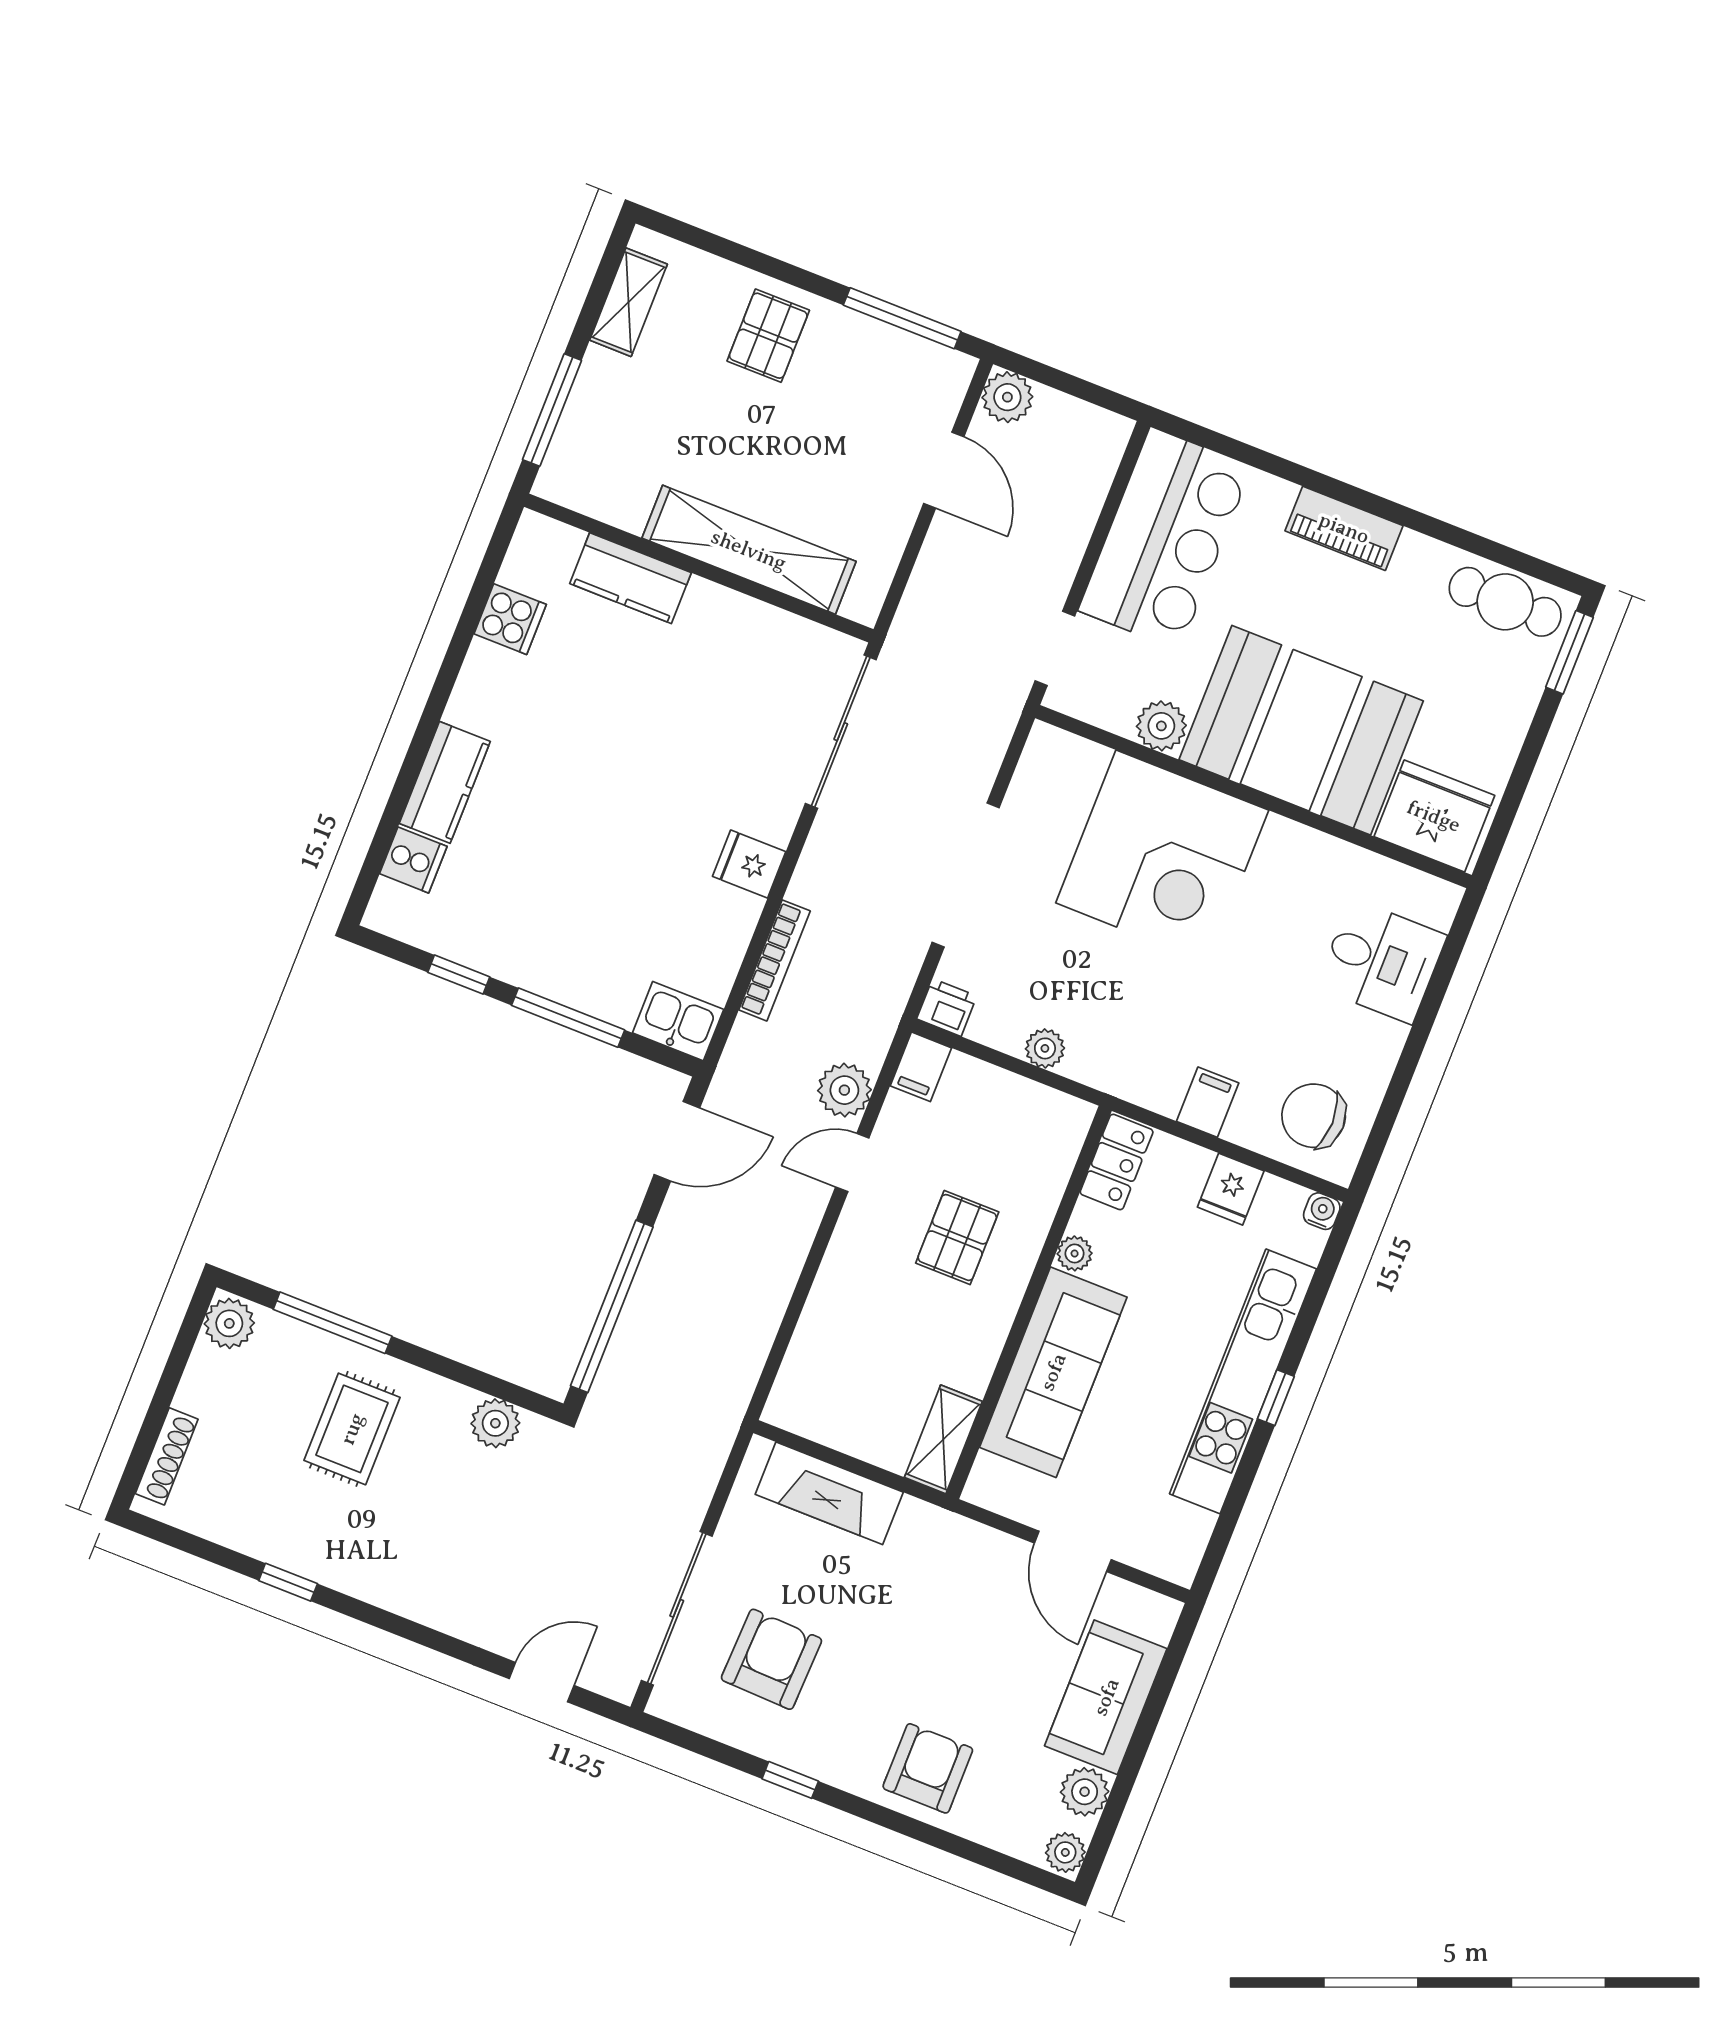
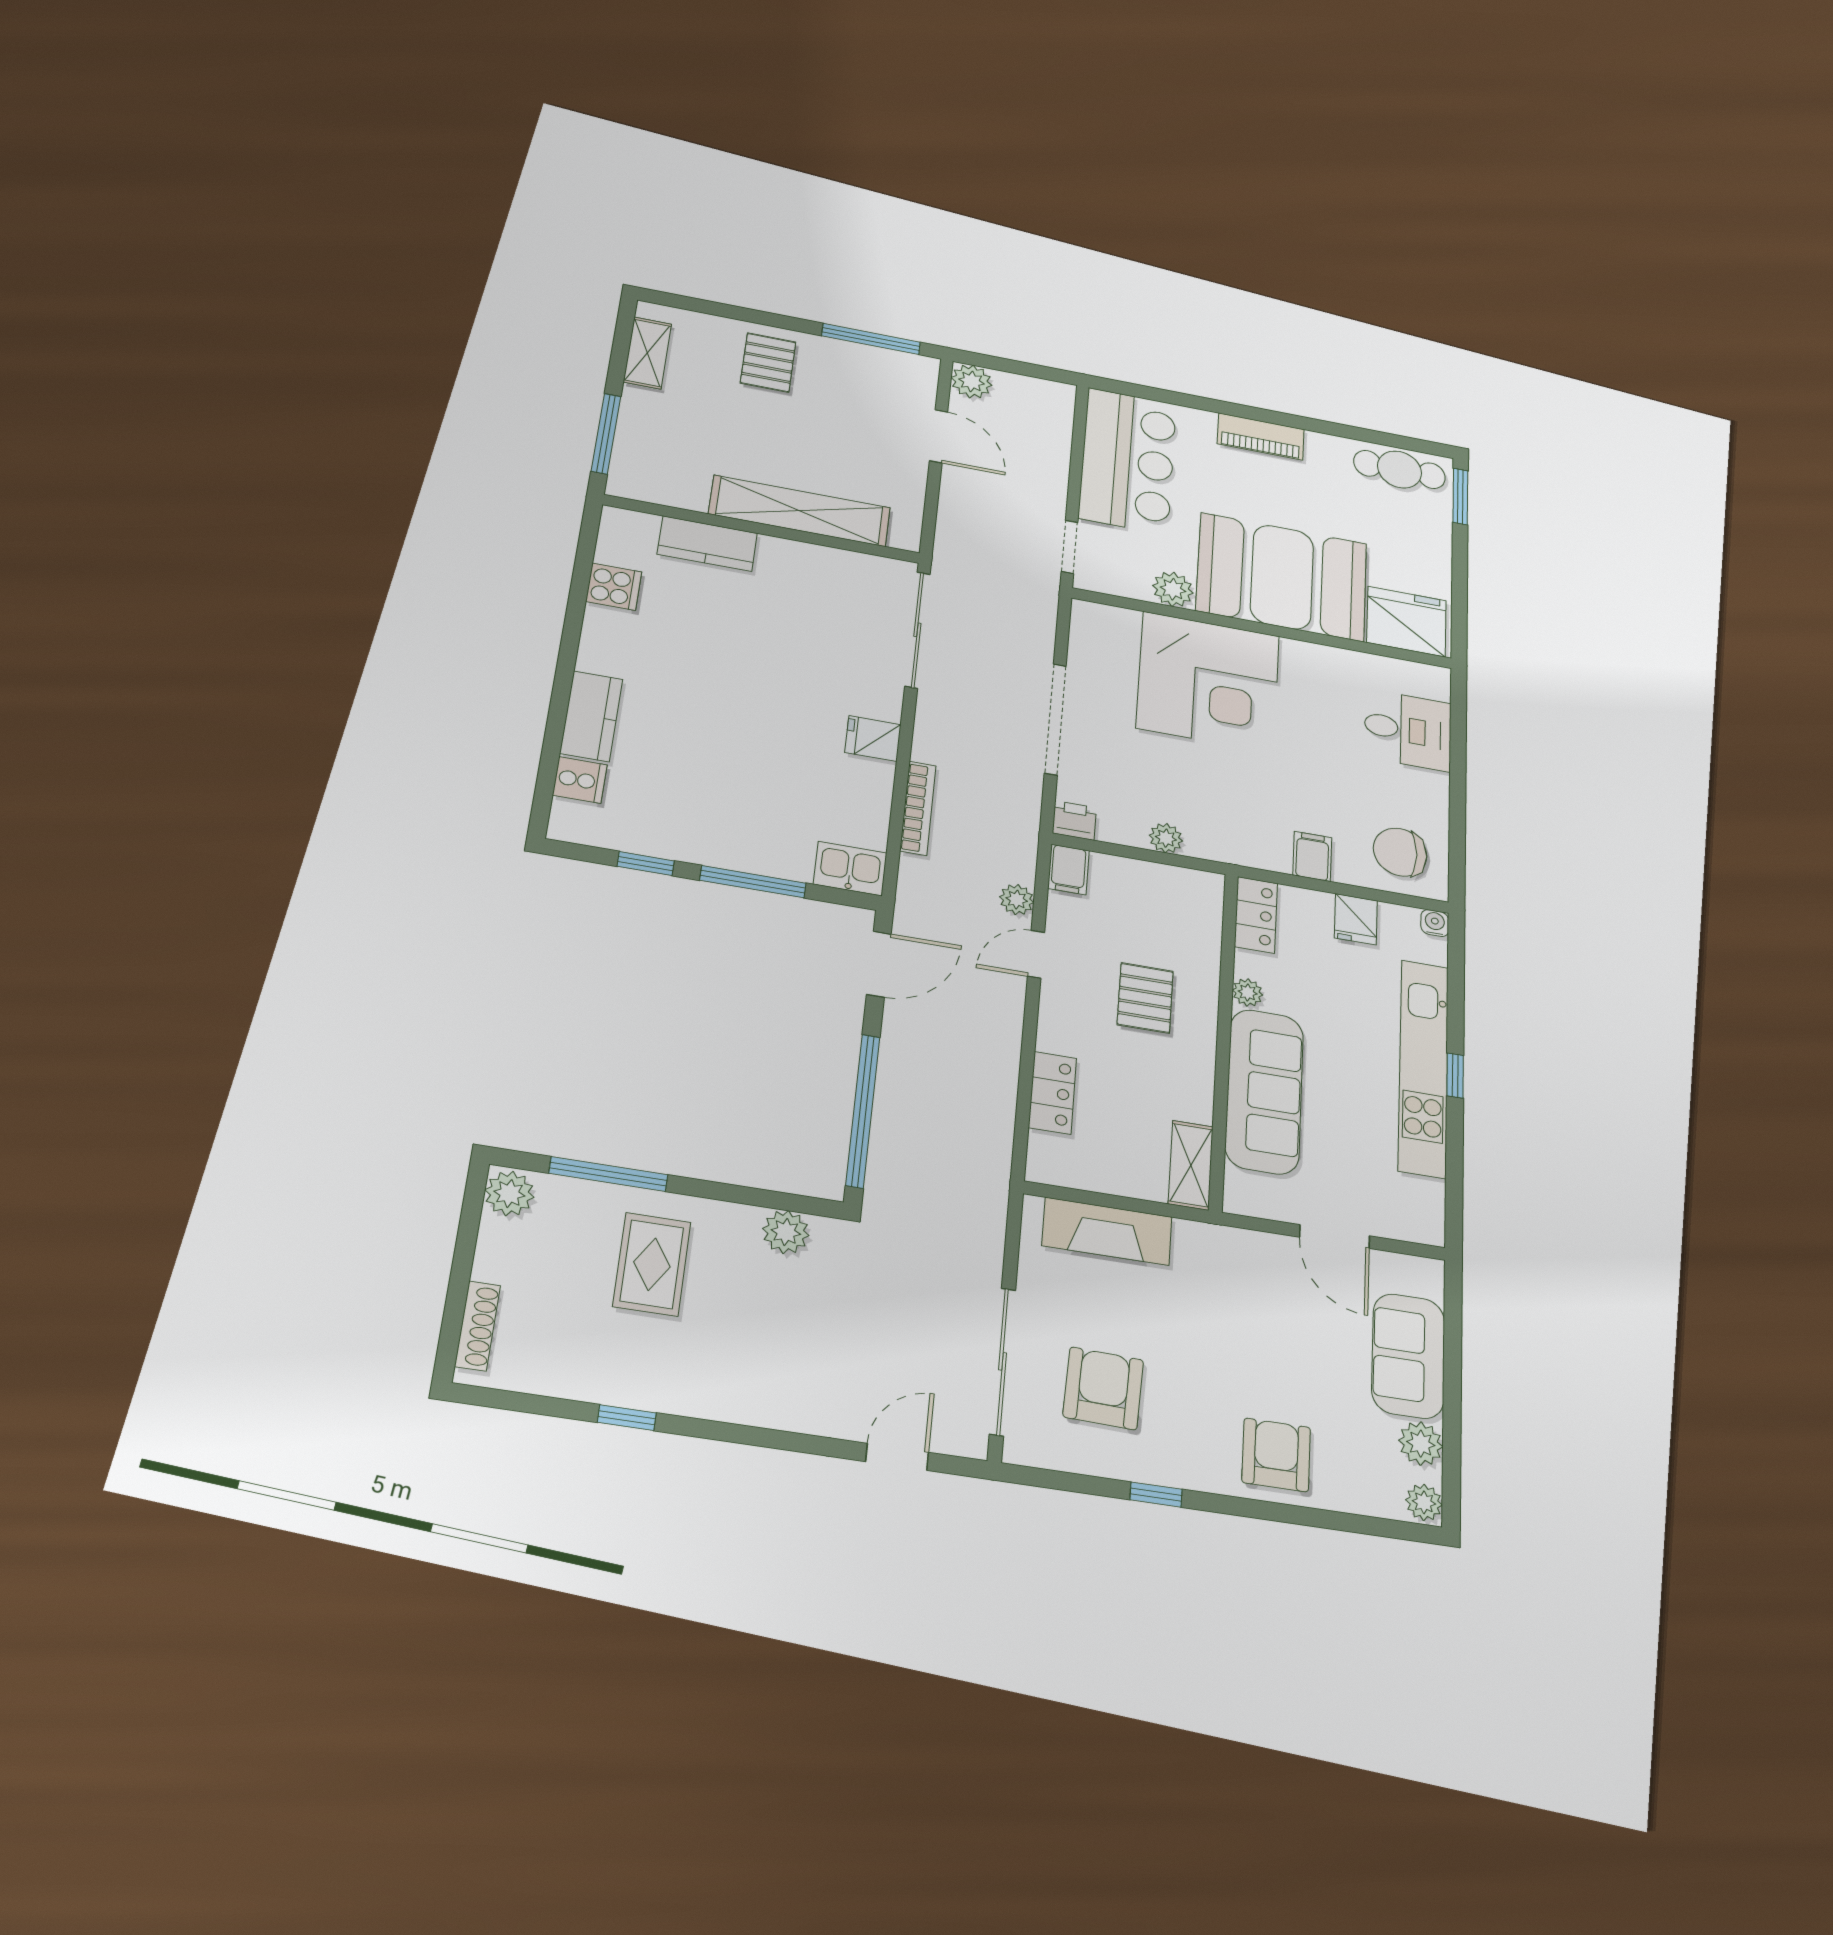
plant: (844, 1090) -> (1017, 900), width x0.73, depth x0.73
locker: (820, 1327) -> (1053, 1093), added

